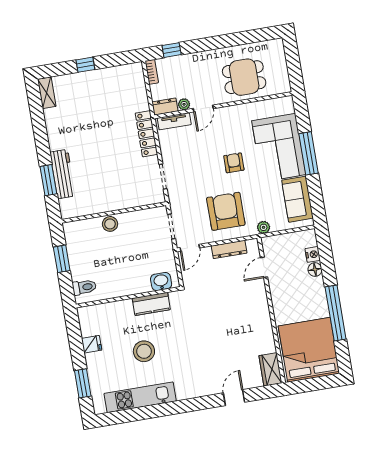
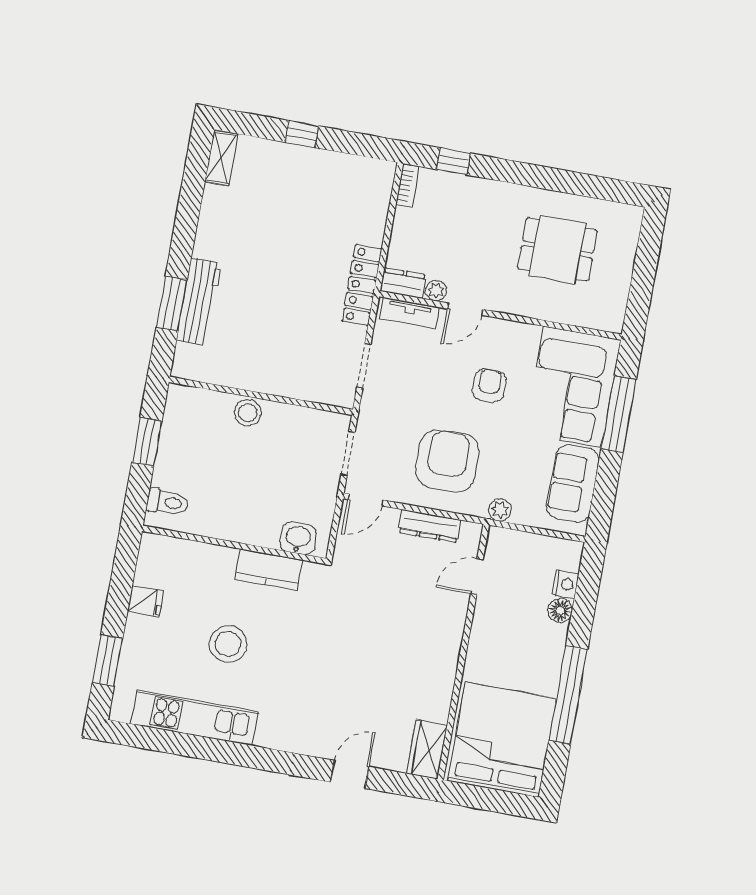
plant: (184, 104) -> (436, 291), moved
wall: (223, 105) -> (501, 315), moved
dresser: (165, 107) -> (403, 283), moved
door: (203, 109) -> (465, 309), moved
tv unit: (174, 121) -> (409, 313), moved

